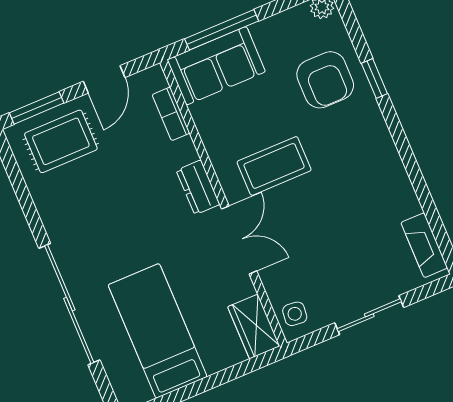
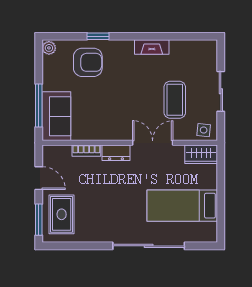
bookcase: (171, 114) -> (86, 151), moved
coffee table: (274, 166) -> (175, 100), moved
fireplace: (424, 245) -> (152, 47), moved

